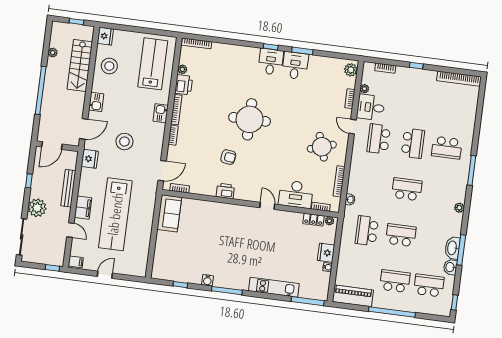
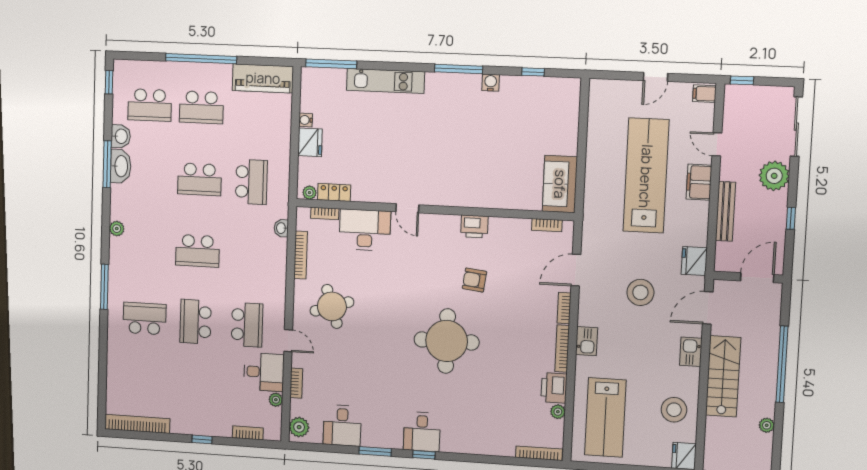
stairs: (80, 65) -> (723, 376), moved
desk: (295, 66) -> (342, 426), moved
door: (162, 171) -> (576, 270), moved

